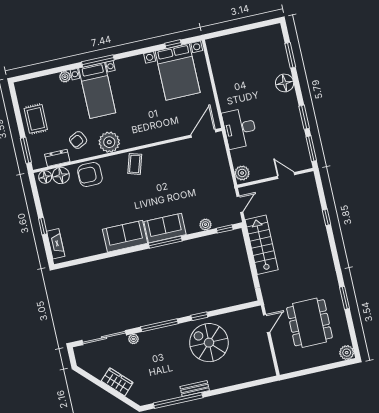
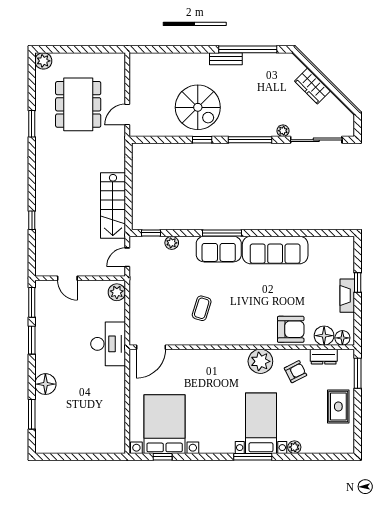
coffee table: (135, 164) -> (202, 308), moved
sofa: (125, 236) -> (275, 250), width x1.36
fireplace: (56, 244) -> (347, 296), moved

